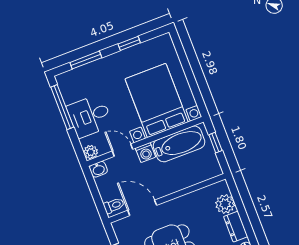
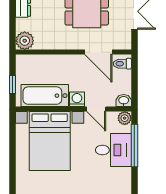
window: (62, 107) -> (134, 146), moved
plant: (225, 204) -> (25, 41), moved

